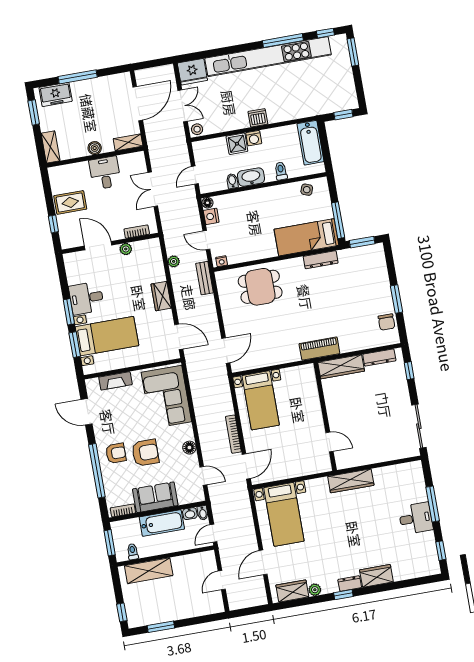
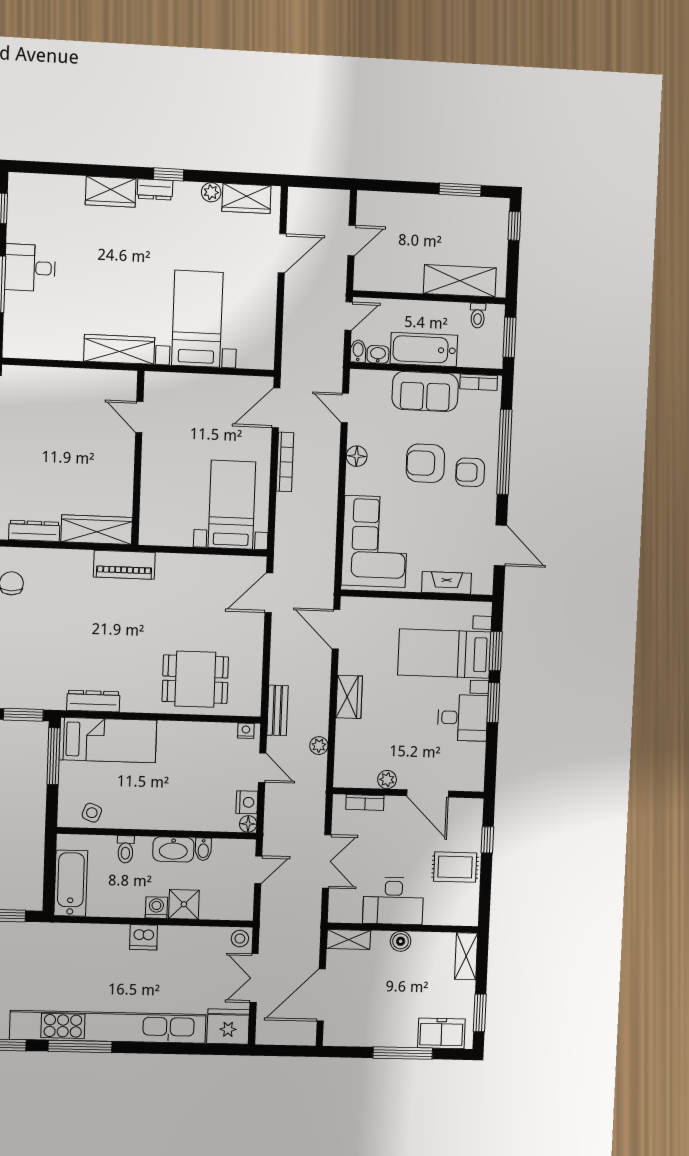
desk: (105, 173) -> (393, 901), width x1.37
bed with nightstands: (284, 514) -> (197, 319), moved

